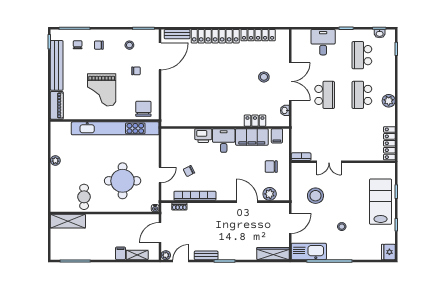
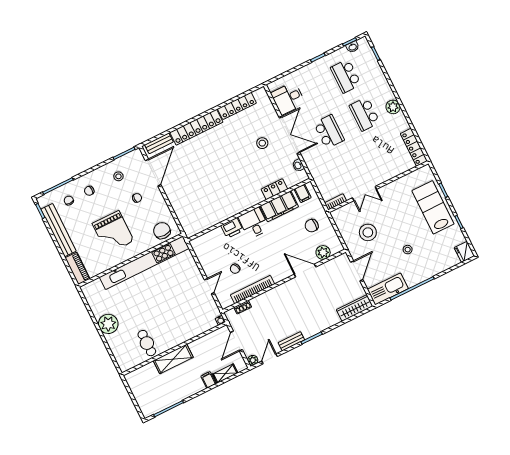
desk: (323, 42) -> (288, 98), moved, turned -90
plant: (55, 161) -> (108, 324), width x1.87, depth x1.87
round table: (123, 181) -> (176, 309), removed
shelving: (68, 221) -> (173, 359), moved

